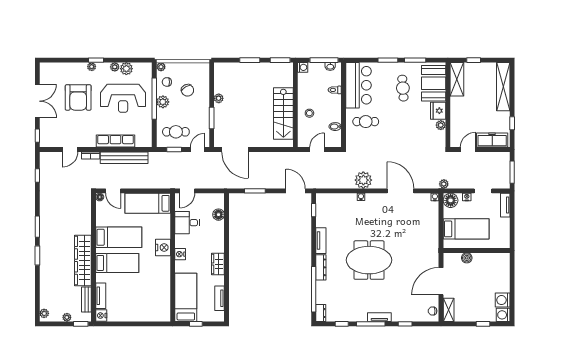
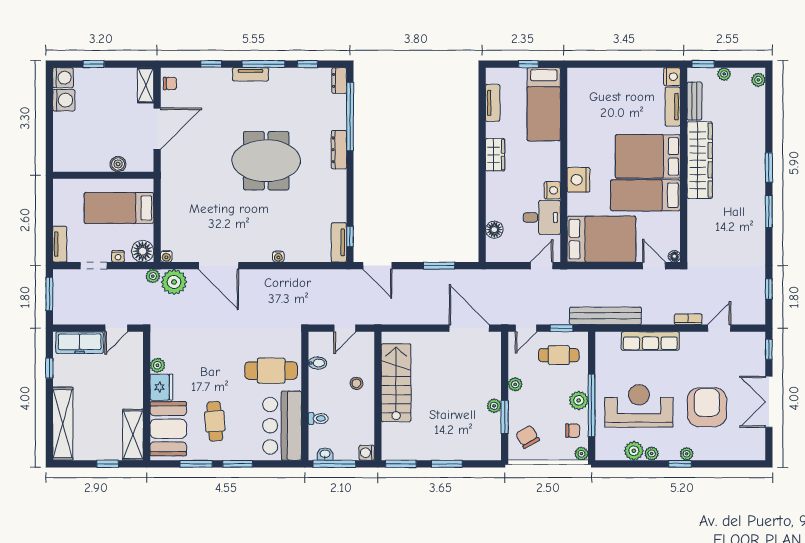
chair: (187, 90) -> (528, 437), moved
plant: (205, 113) -> (515, 384), added
window: (212, 118) -> (505, 417), moved
cafe table: (366, 122) -> (271, 371), width x1.37, depth x1.35
bench: (124, 158) -> (605, 316), moved
plant: (363, 180) -> (174, 282), moved
bed: (148, 203) -> (601, 239), width x1.50
tv unit: (321, 241) -> (339, 242), moved
nightstand: (180, 254) -> (552, 190), moved
bed: (117, 263) -> (648, 156), width x1.50

